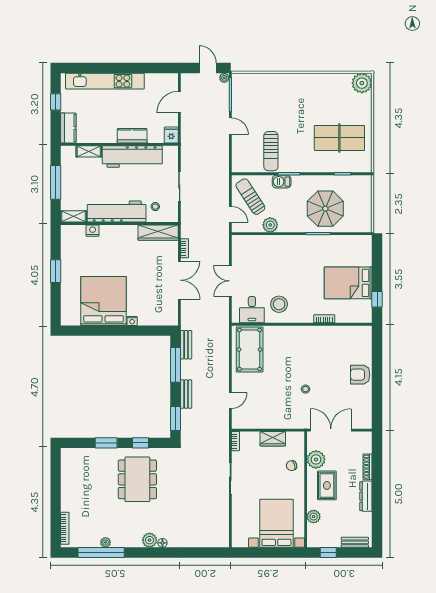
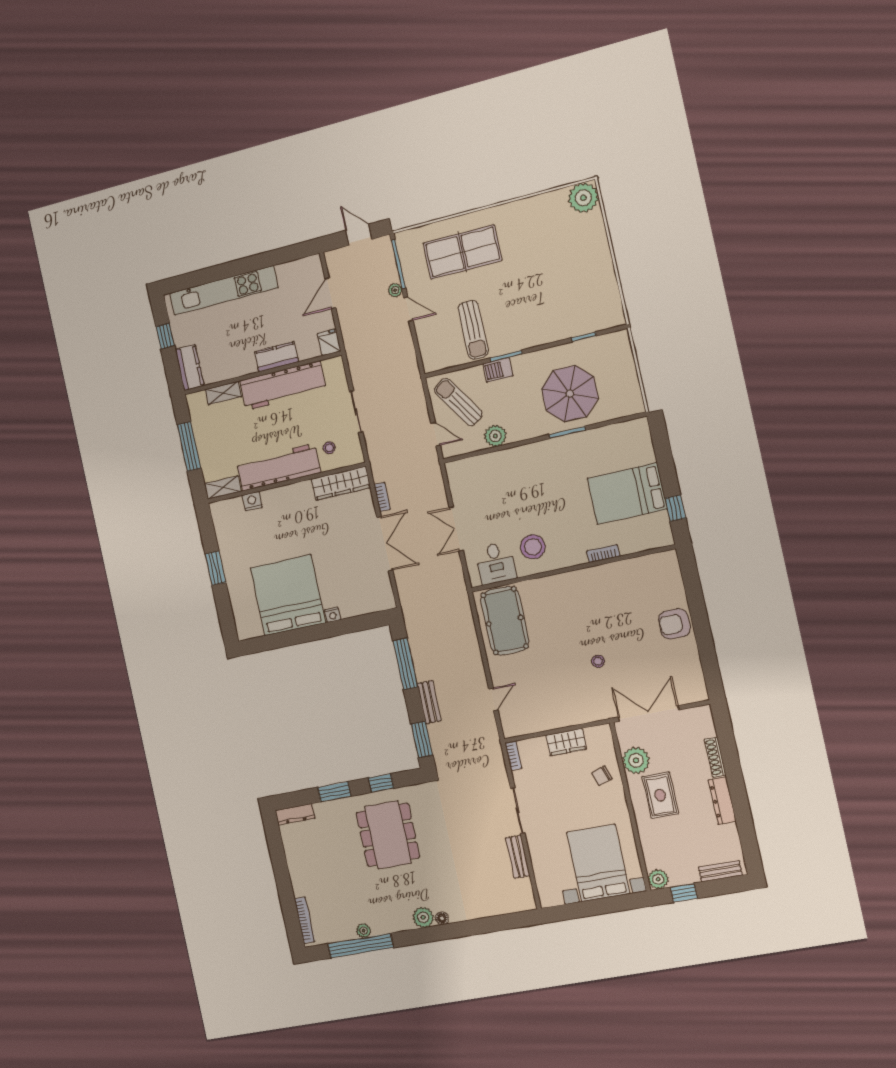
plant: (224, 78) -> (395, 290), moved
table tennis table: (339, 138) -> (462, 252), moved
bench: (186, 345) -> (518, 857), moved
dresser: (75, 453) -> (295, 814), added
plant: (314, 517) -> (658, 879), moved

